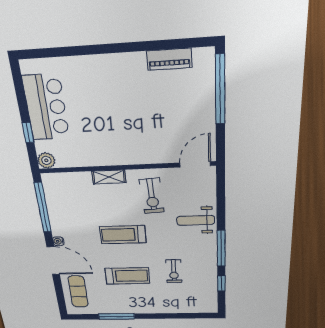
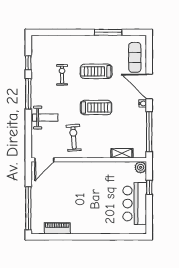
shelving: (109, 177) -> (122, 153), moved

